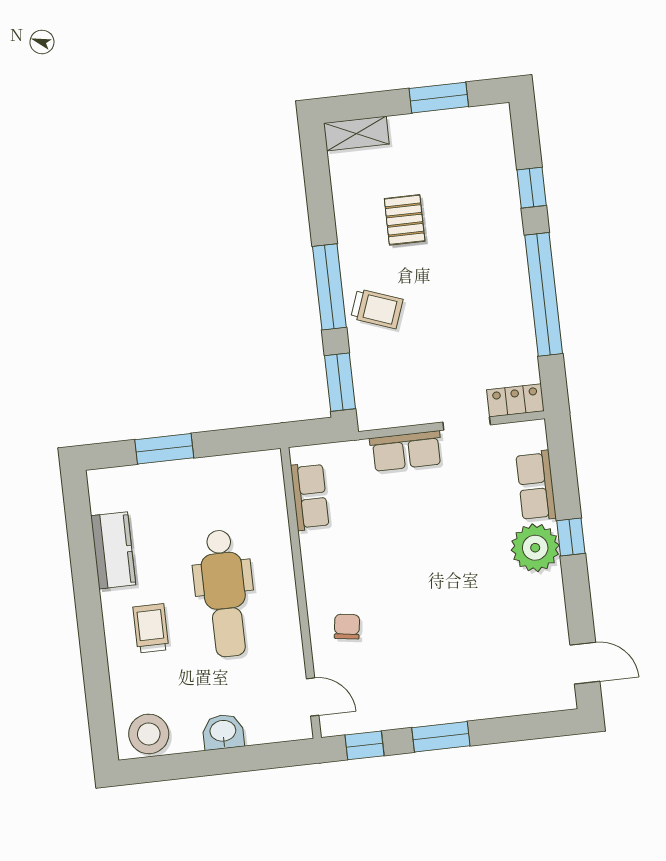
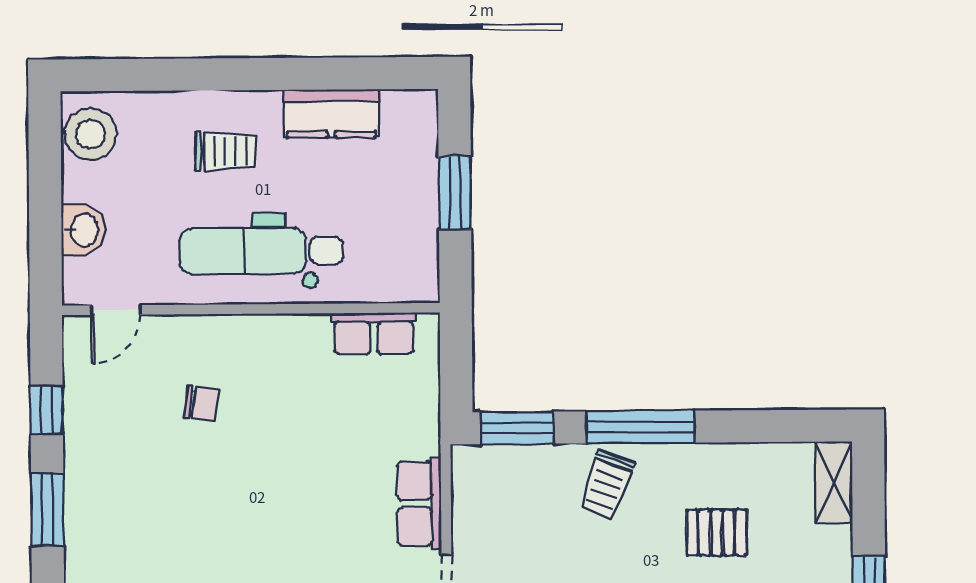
row of seats: (310, 496) -> (374, 333), moved
wall: (301, 593) -> (251, 309), moved
door: (313, 697) -> (116, 310), moved

